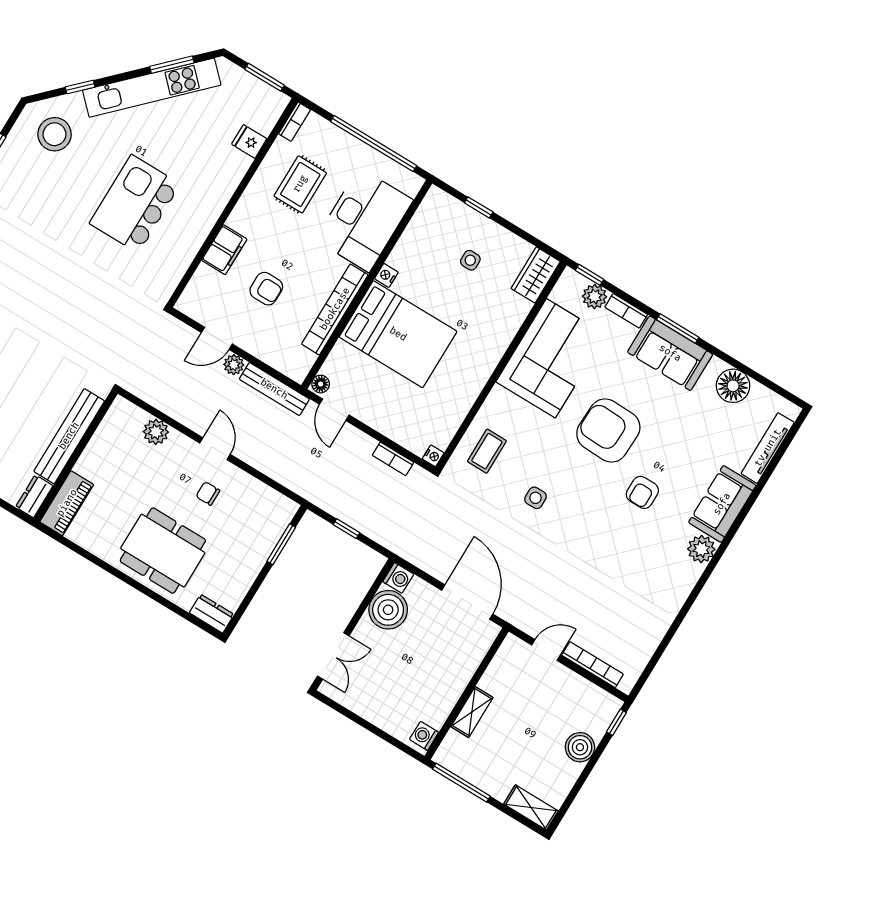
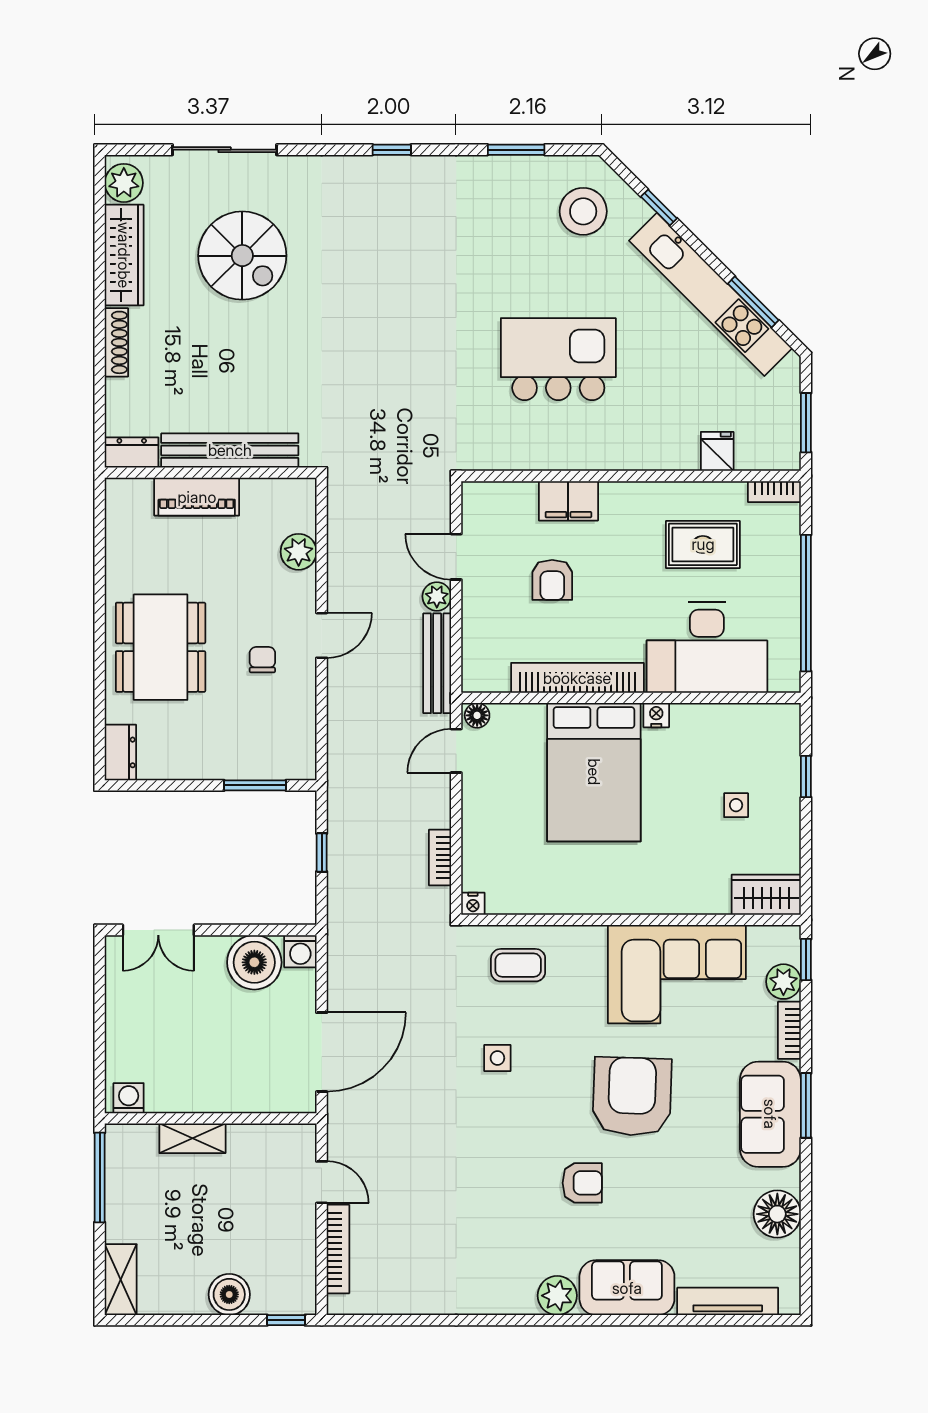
armchair: (642, 492) -> (582, 1183), turned 180
piano: (67, 503) -> (197, 497), moved

